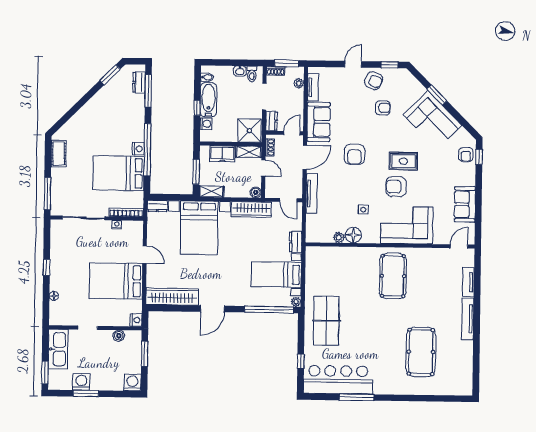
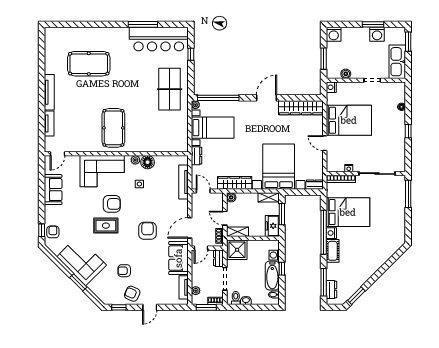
cot: (59, 154) -> (333, 251), moved
freezer: (222, 154) -> (272, 226), moved, turned -90
tv unit: (312, 194) -> (183, 182), moved
plant: (339, 237) -> (135, 160), moved
pool table: (421, 352) -> (89, 64), turned 90

